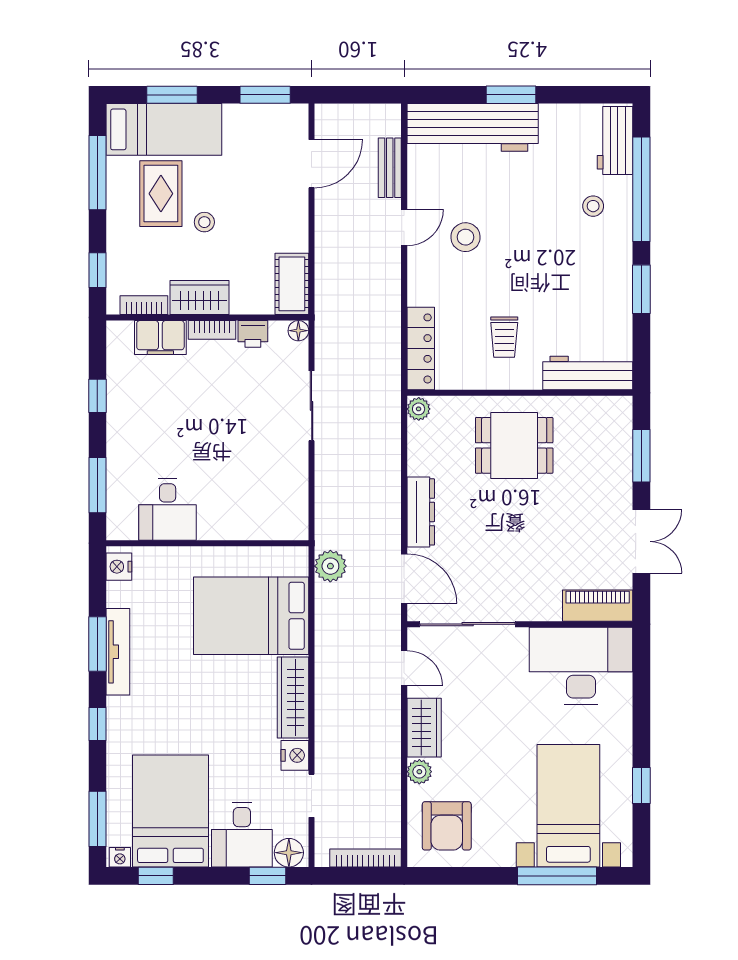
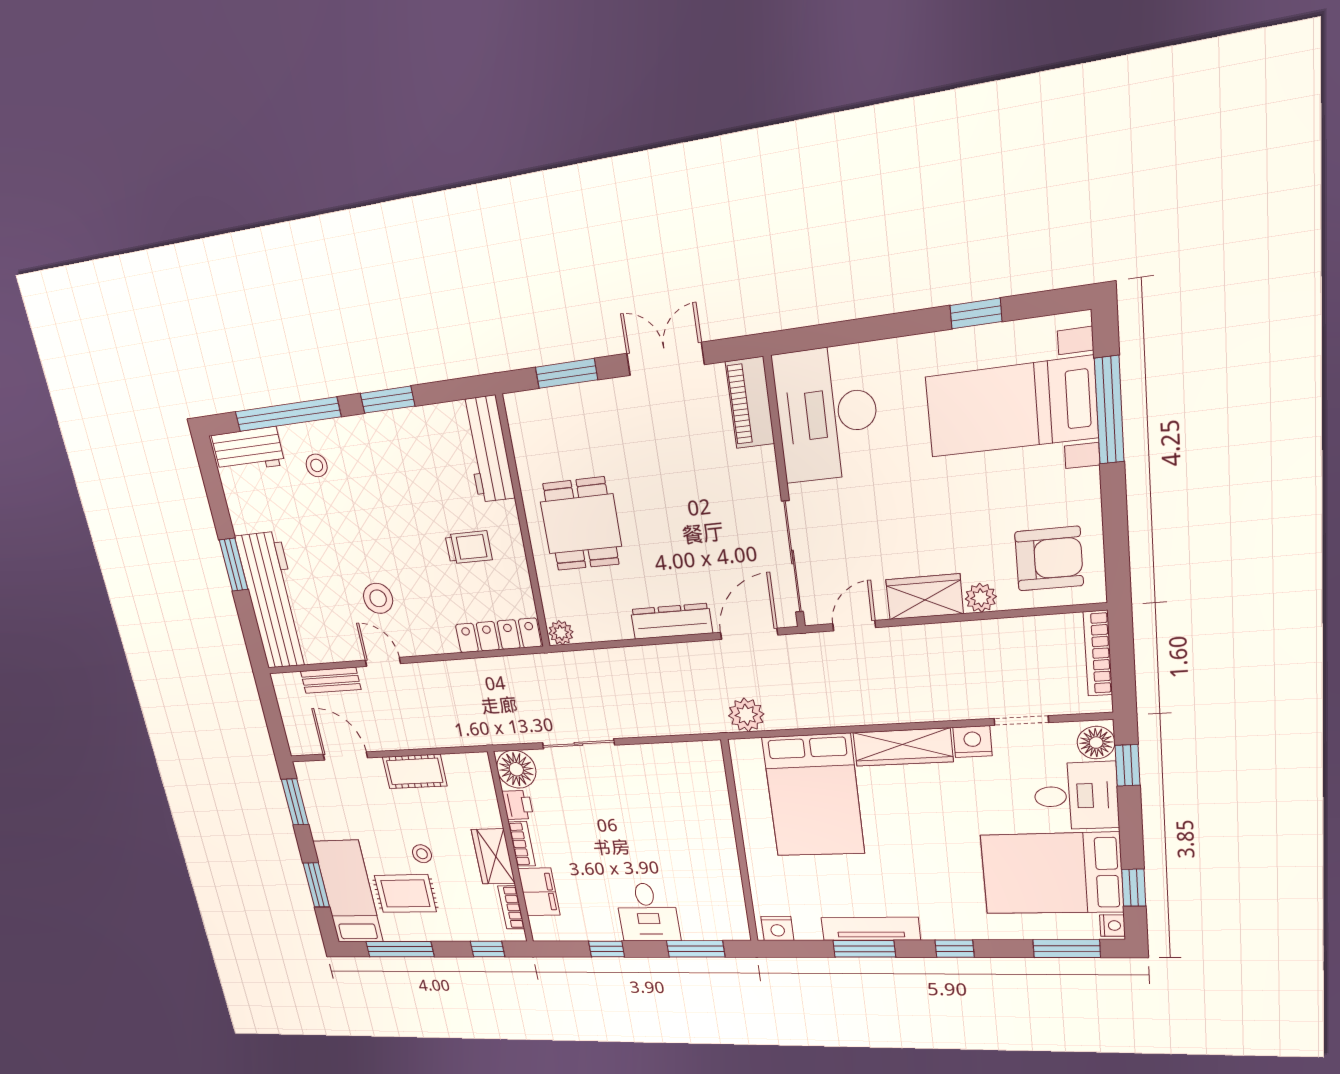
cot: (292, 284) -> (415, 771), moved
floor lamp: (298, 331) -> (516, 769), width x1.89, depth x1.89
desk: (168, 509) -> (648, 912), moved, turned 90

